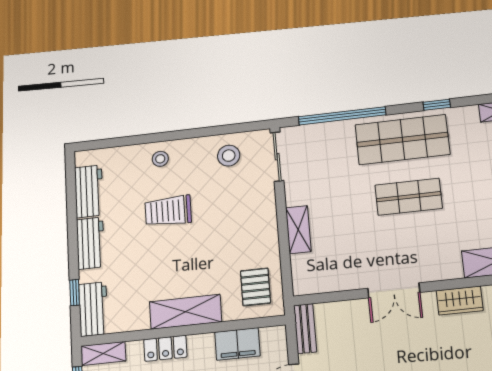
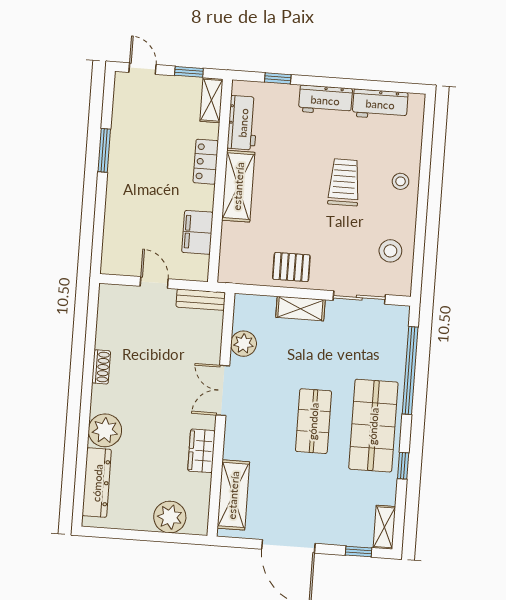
sliding door: (277, 157) -> (359, 298), moved
plant: (343, 278) -> (244, 344), added
pallet: (255, 287) -> (291, 267), moved
workbench: (93, 309) -> (243, 123), moved, turned -90

